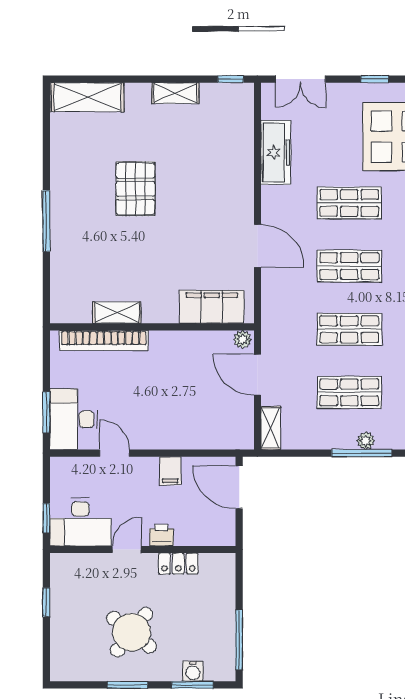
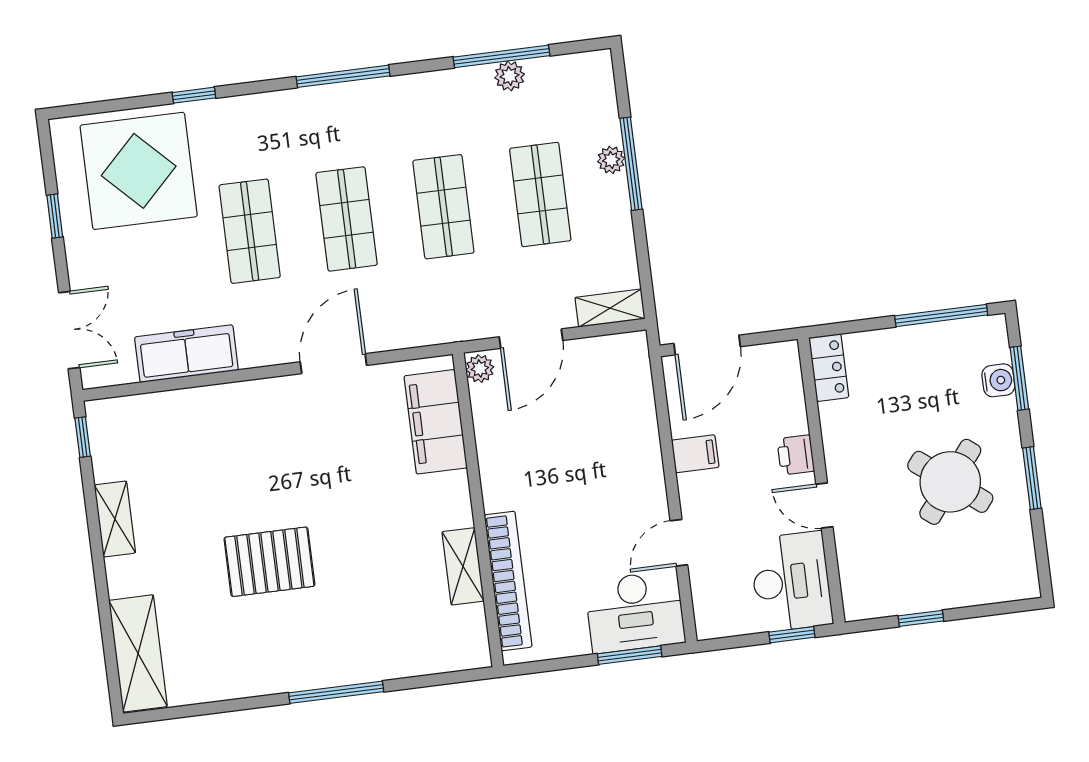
locker: (178, 563) -> (829, 368), moved

